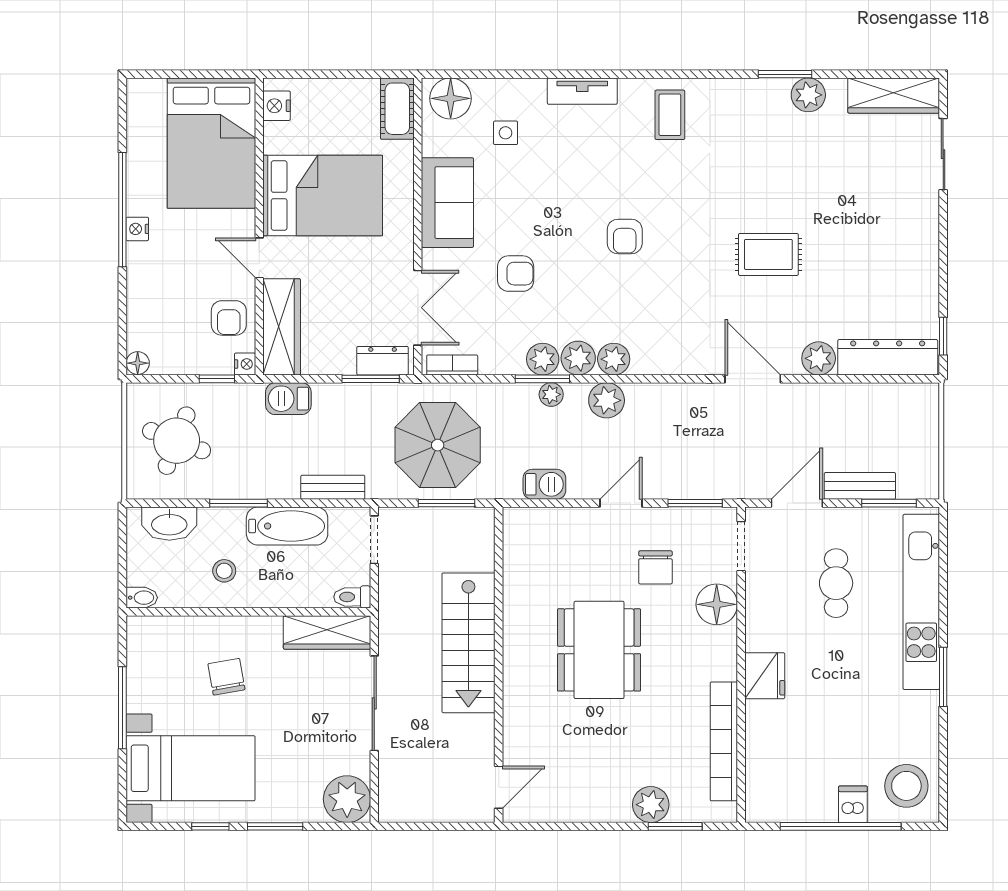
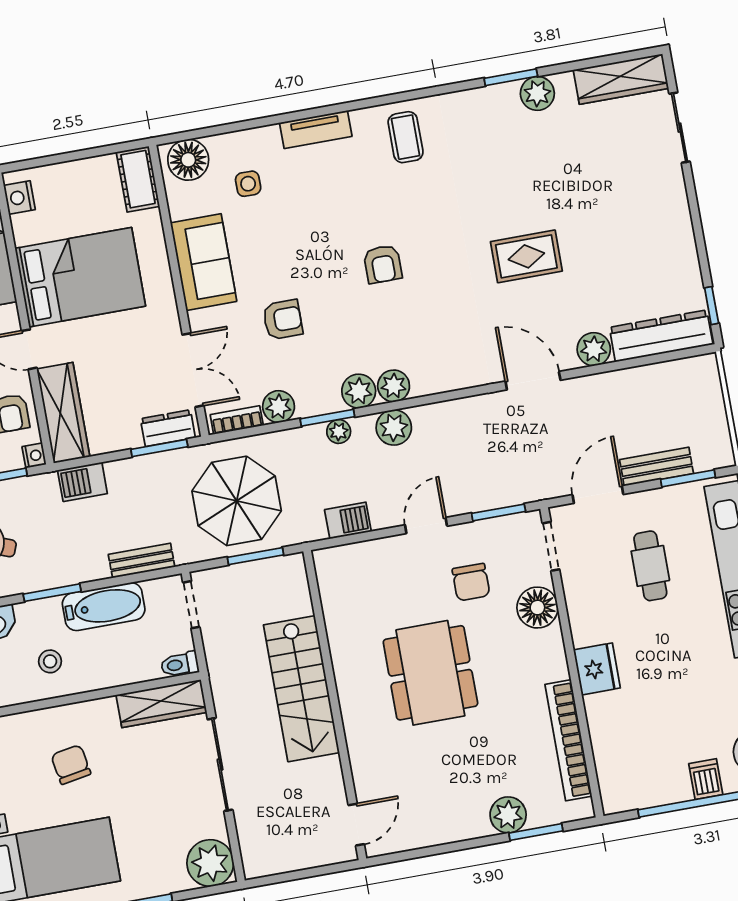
plant: (543, 359) -> (279, 407), moved

